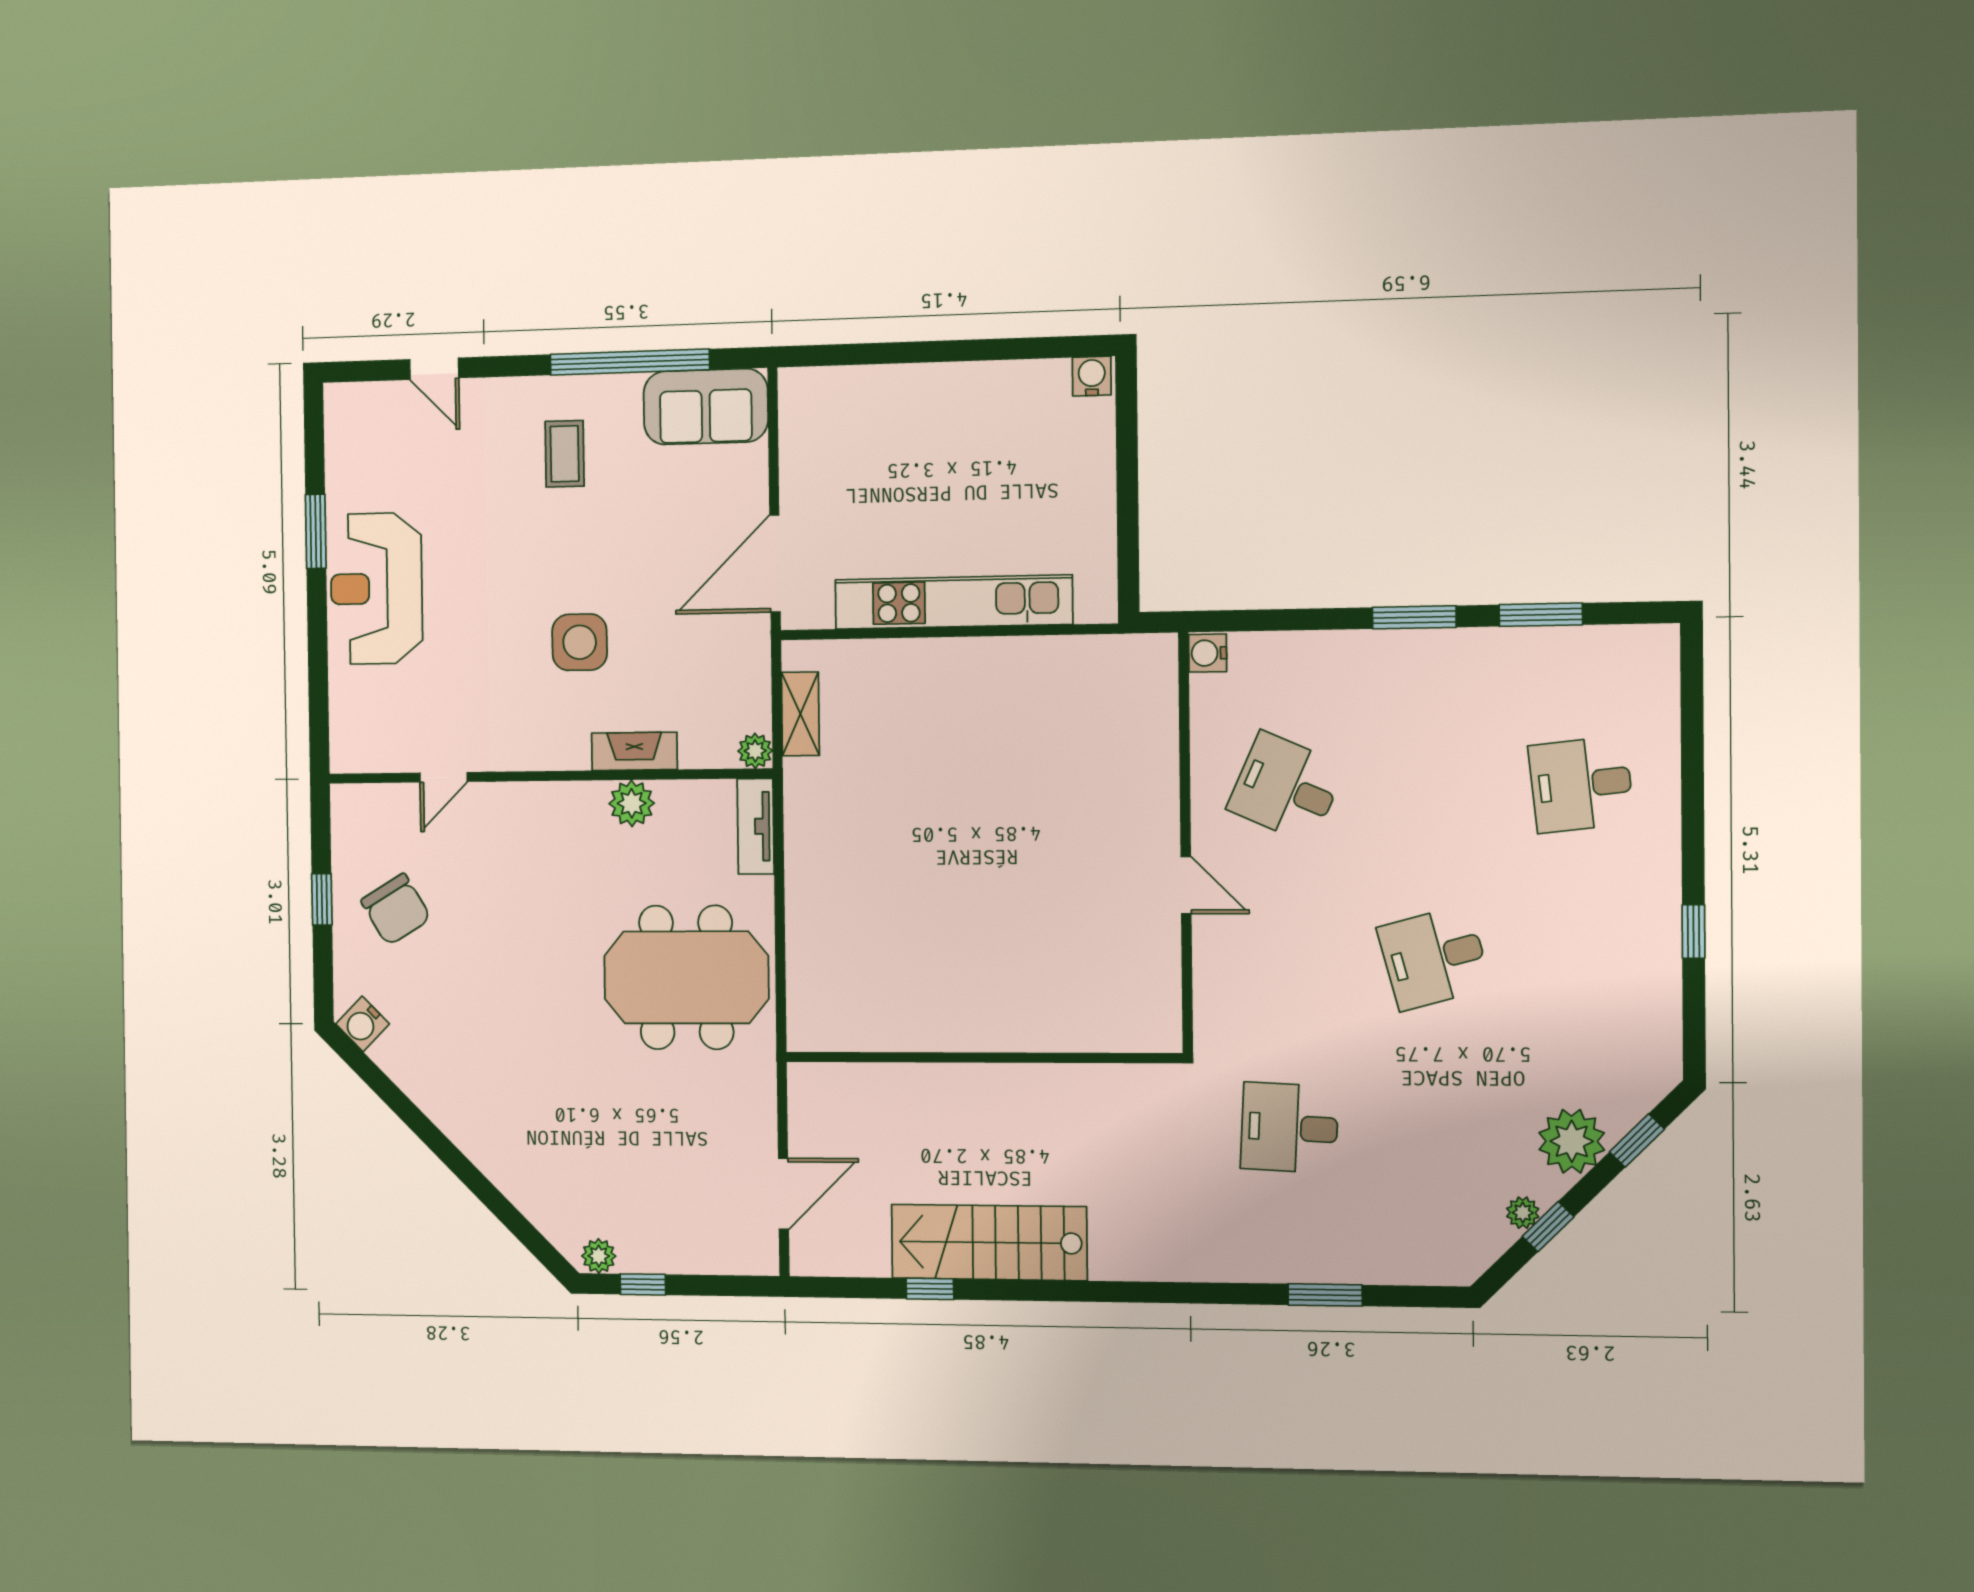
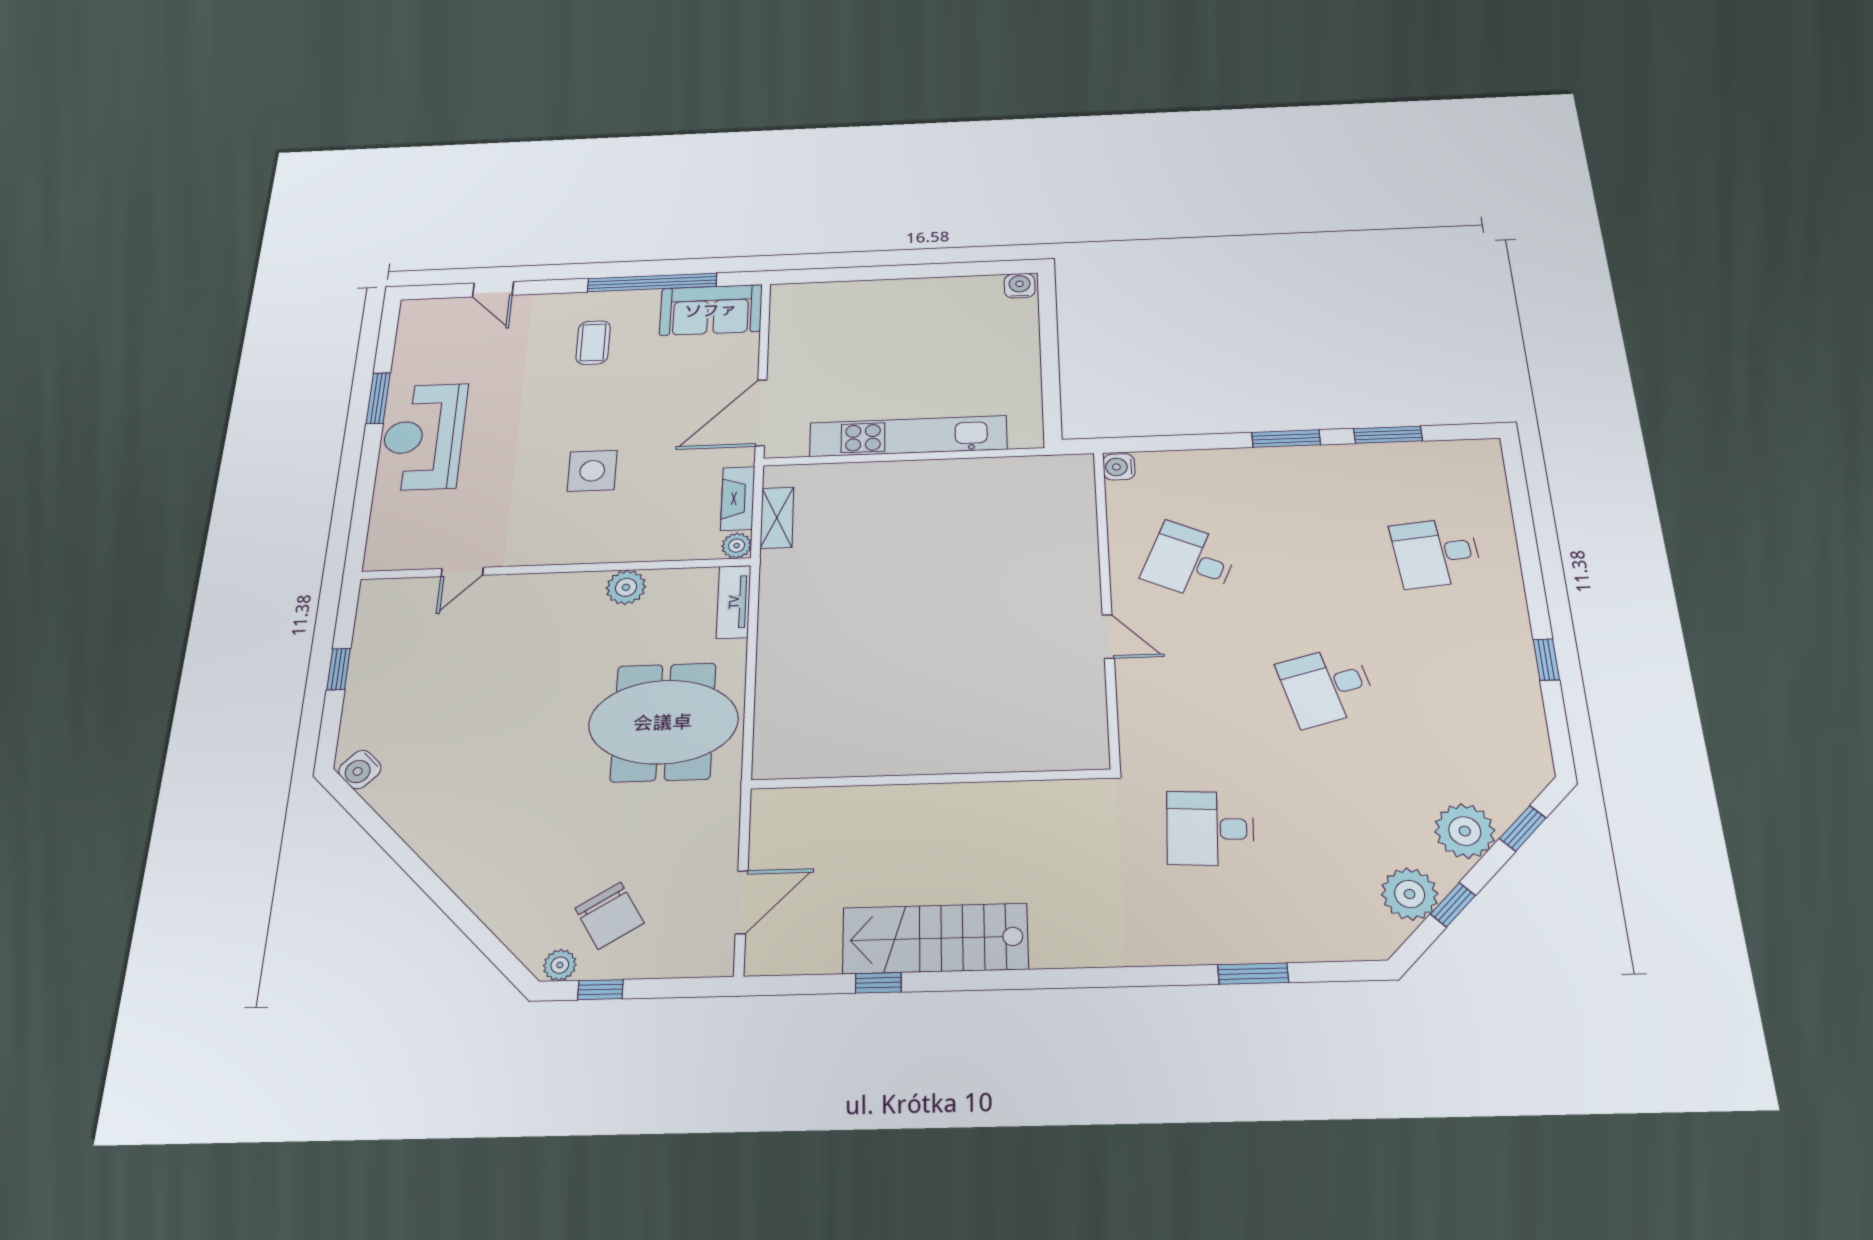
fireplace: (634, 751) -> (738, 498), moved, turned -90
chair: (396, 909) -> (610, 916), moved
plant: (1523, 1213) -> (1410, 894), width x1.88, depth x1.88

